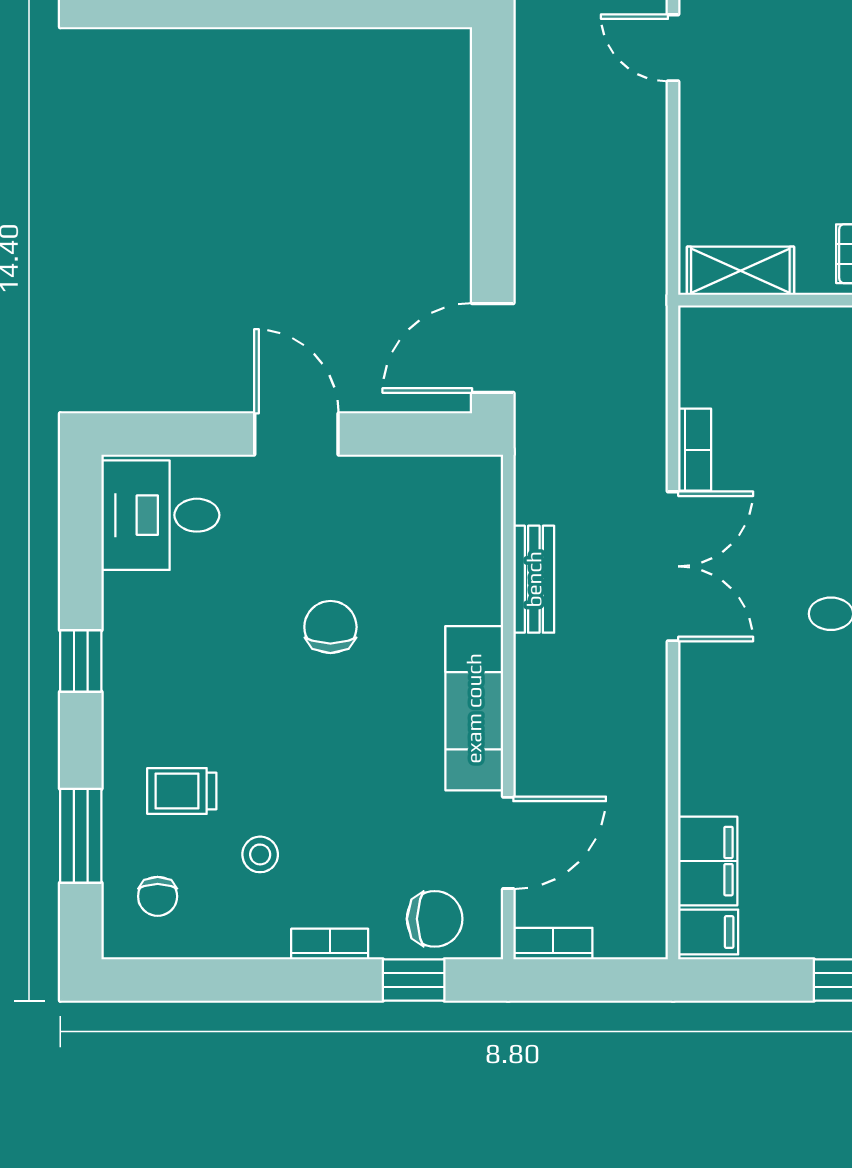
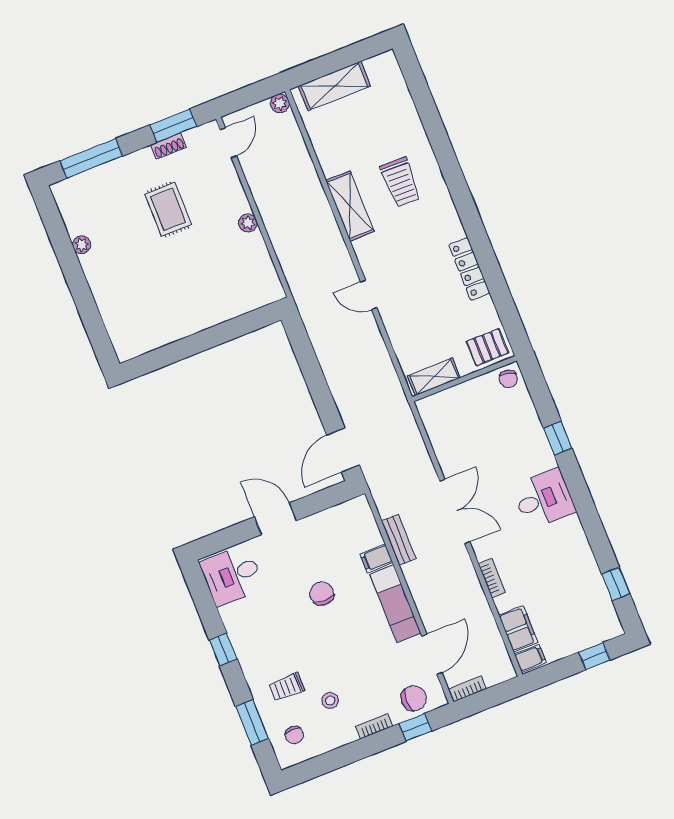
bookcase: (695, 450) -> (492, 578), moved
filing cabinet: (472, 599) -> (376, 558), added

